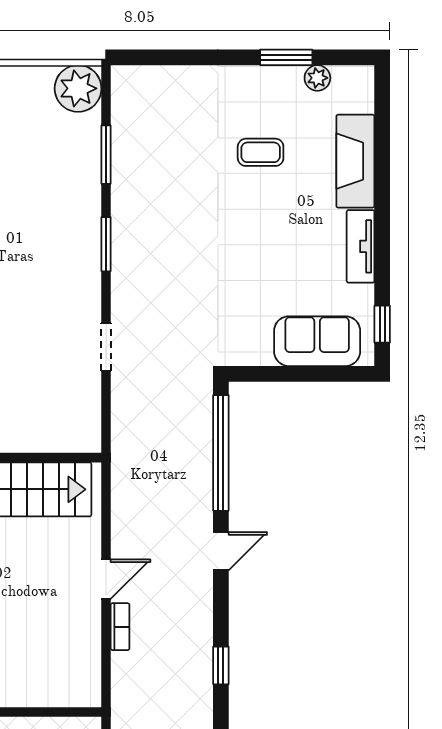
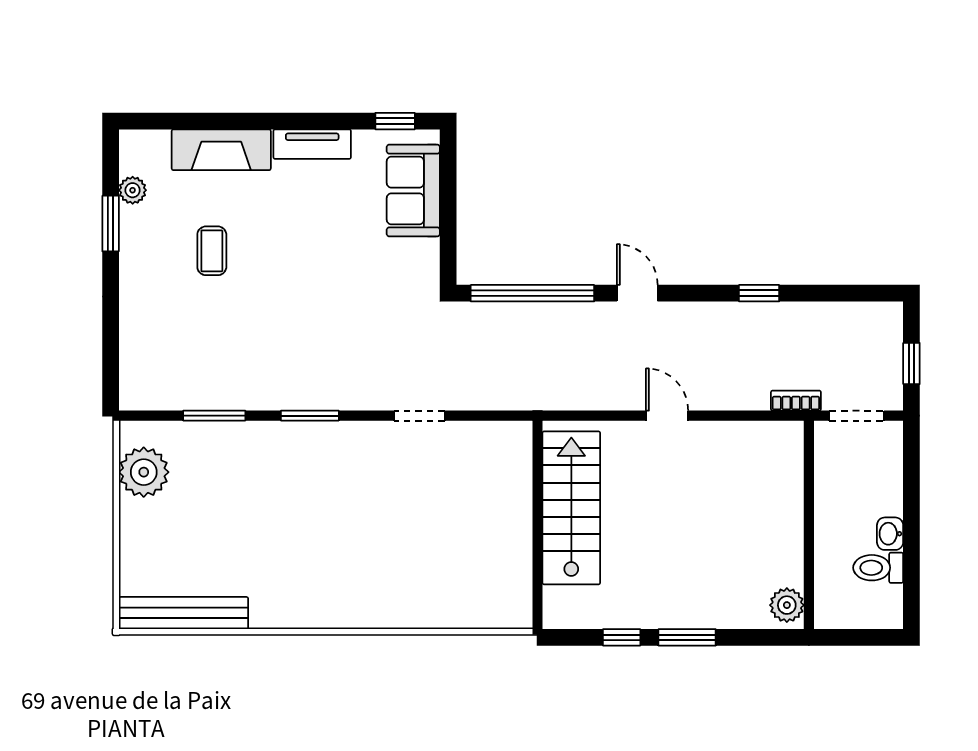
plant: (78, 88) -> (144, 472), moved
bookcase: (120, 627) -> (796, 401), moved

